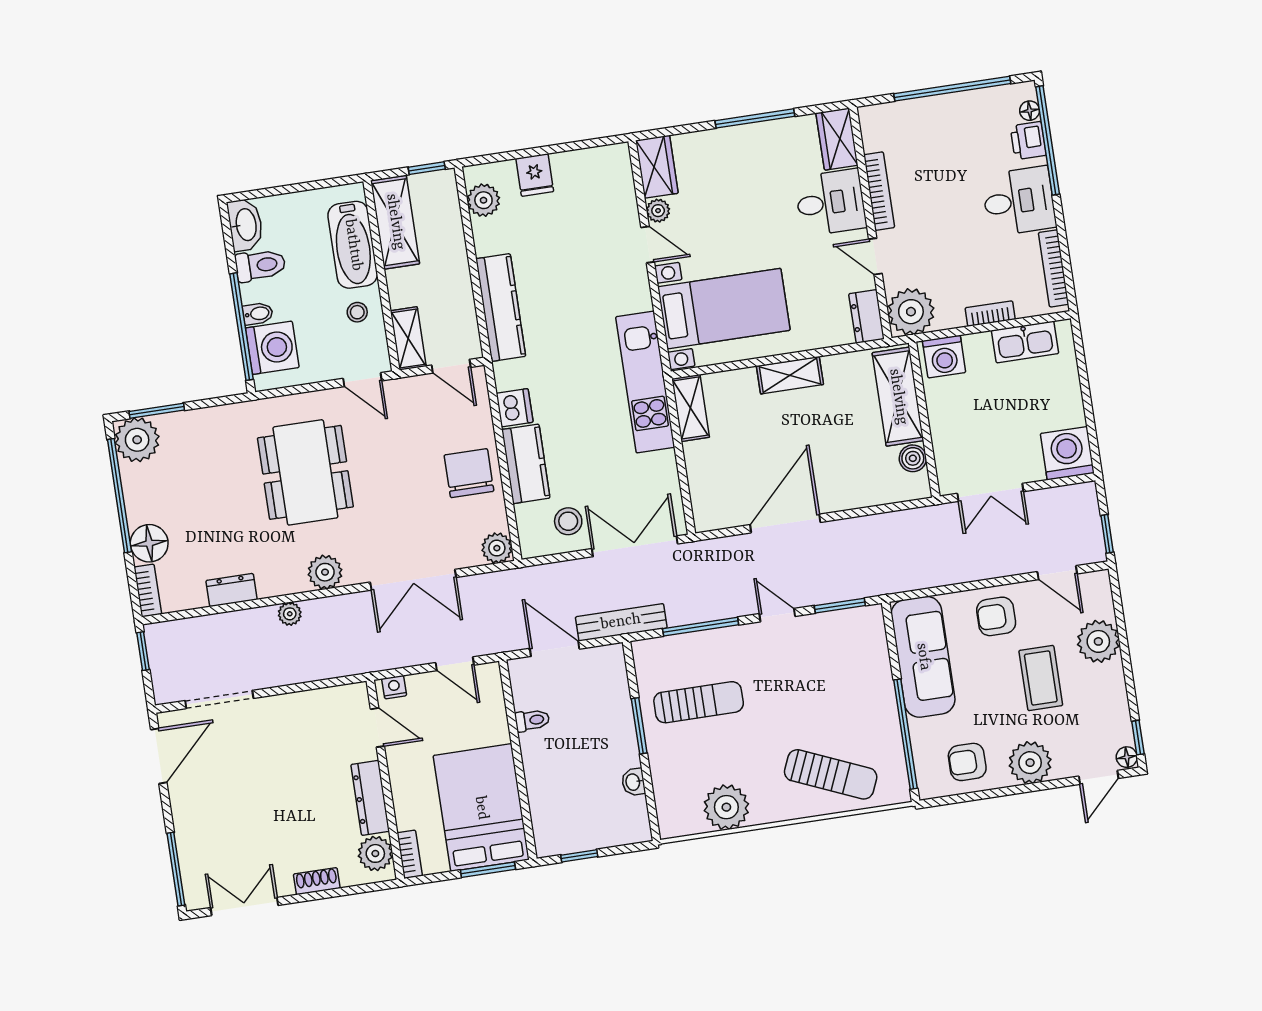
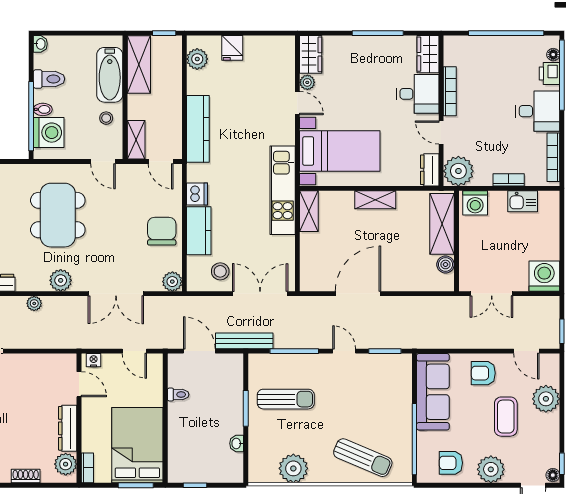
washbasin: (245, 225) -> (40, 44), width x0.52, depth x0.69
kitchen sink: (1025, 342) -> (523, 201), width x0.73

